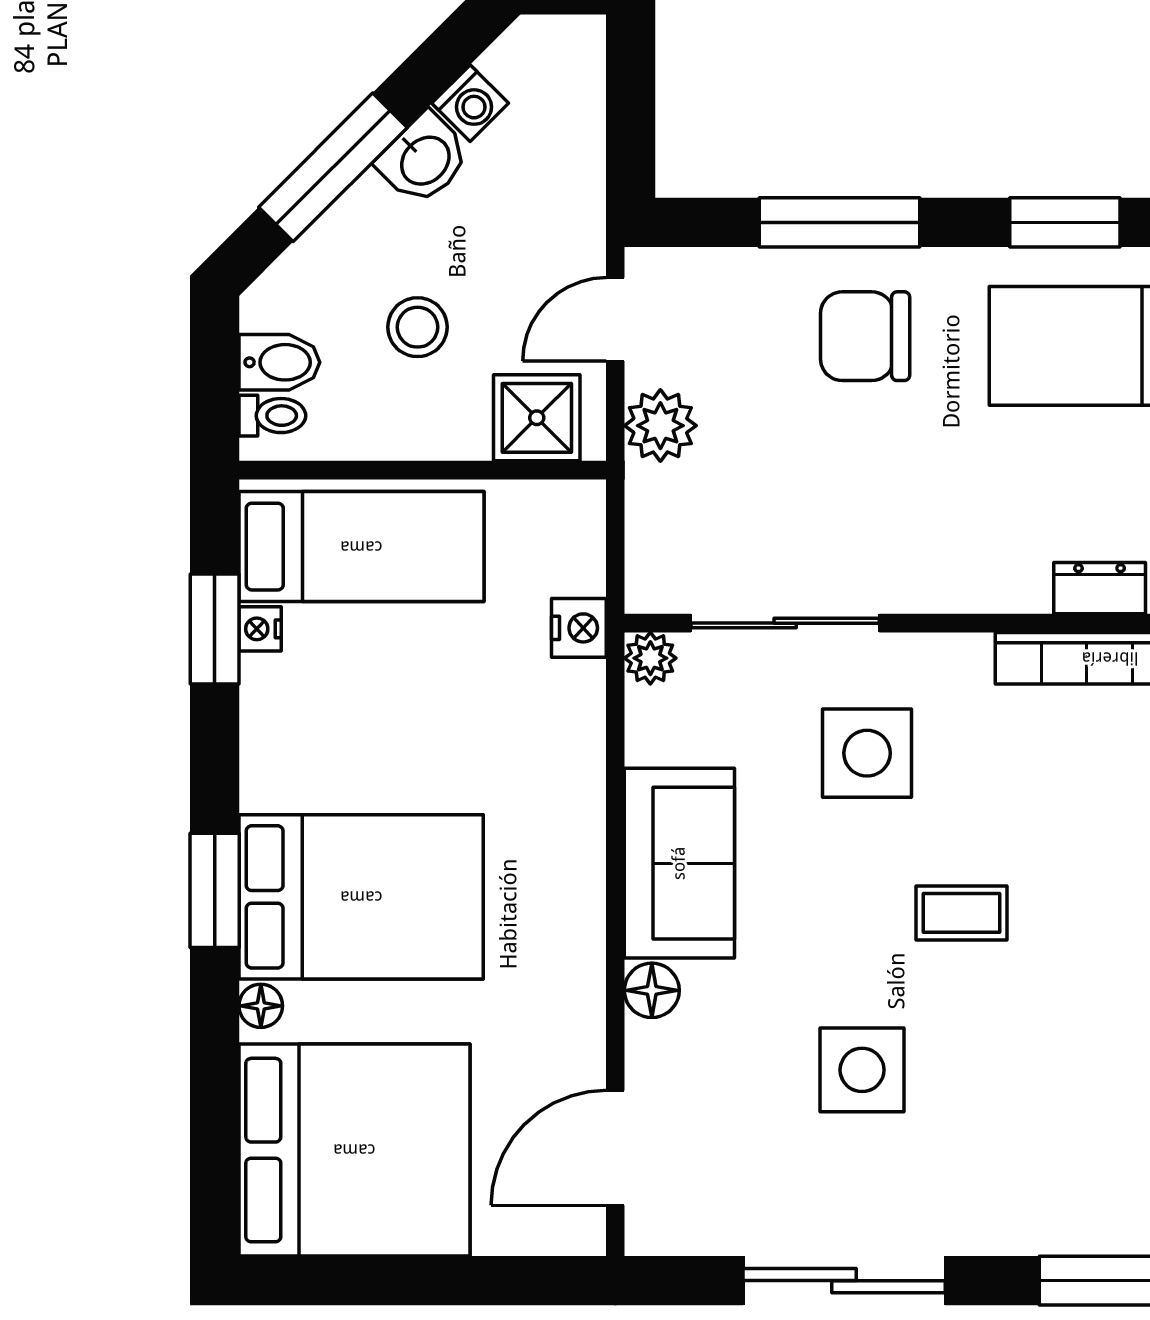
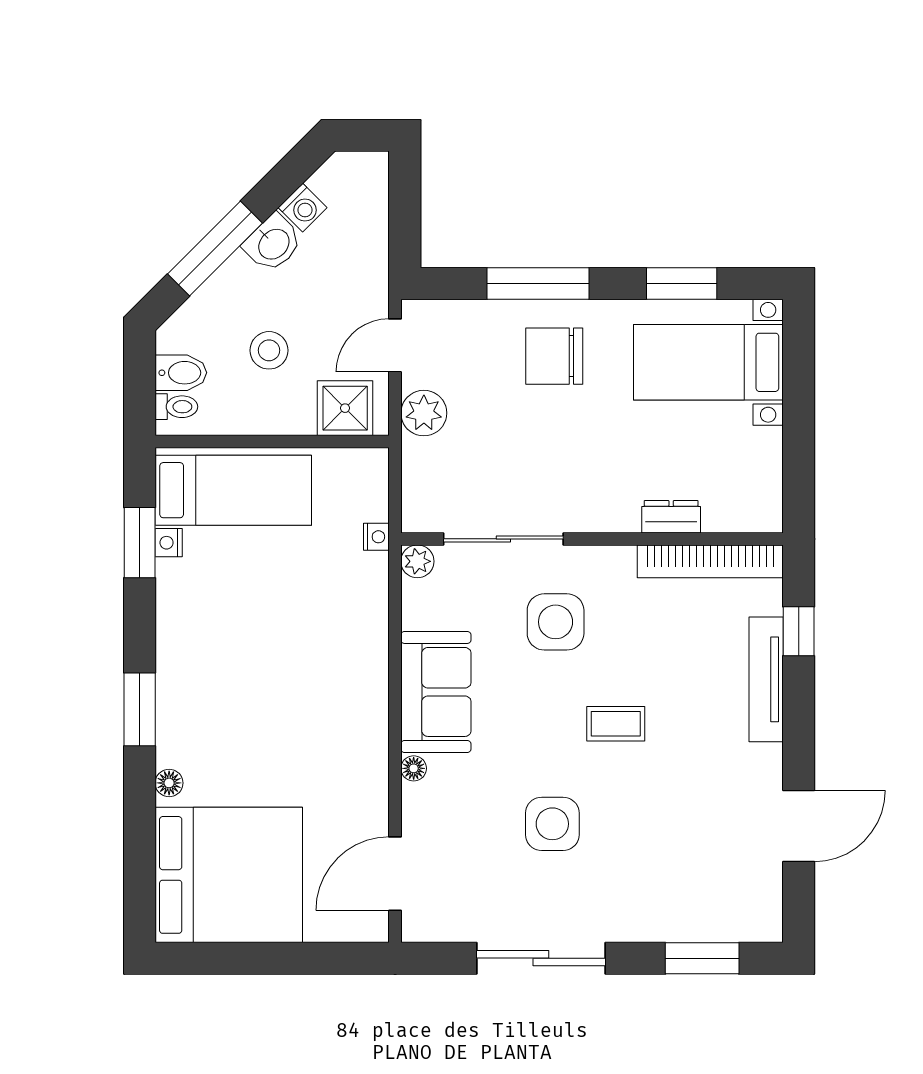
dresser: (1100, 588) -> (671, 517), moved
nightstand: (579, 628) -> (376, 537), width x0.72, depth x0.74
bed: (361, 897) -> (233, 714), removed
floor lamp: (652, 990) -> (414, 768), width x0.73, depth x0.73

